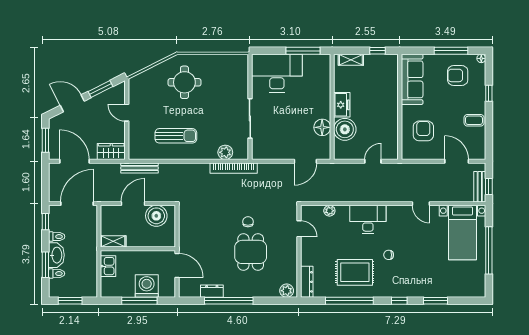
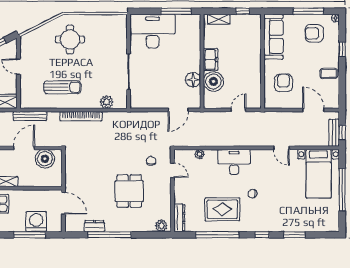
bookcase: (234, 168) -> (81, 116), moved
chair: (248, 222) -> (151, 161), moved

